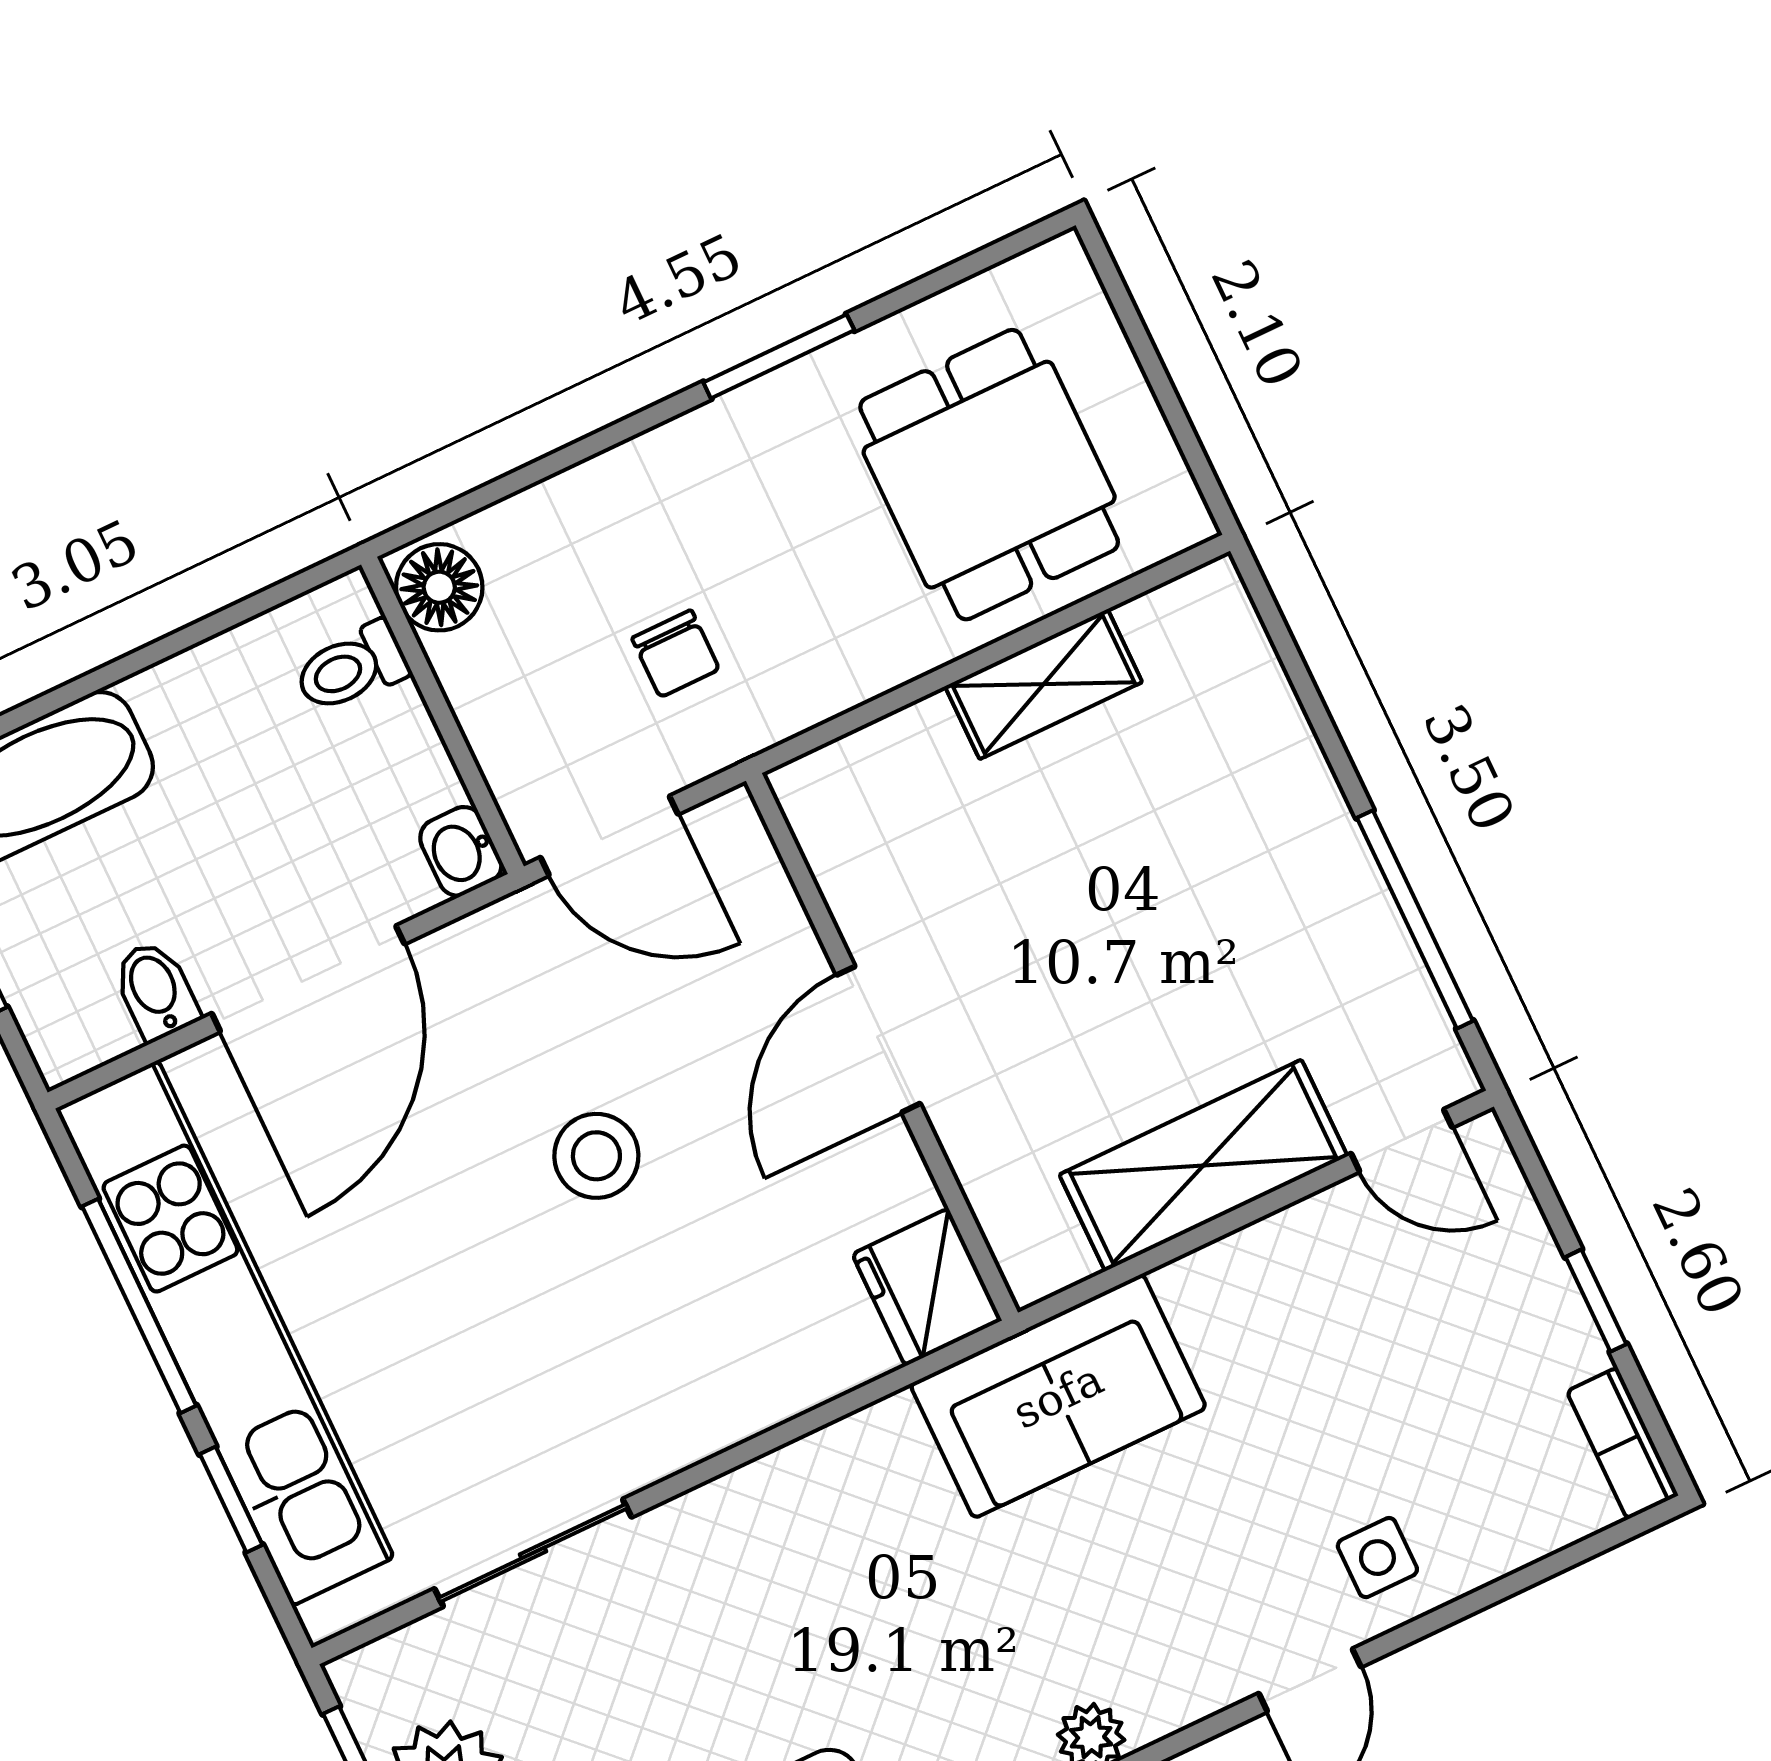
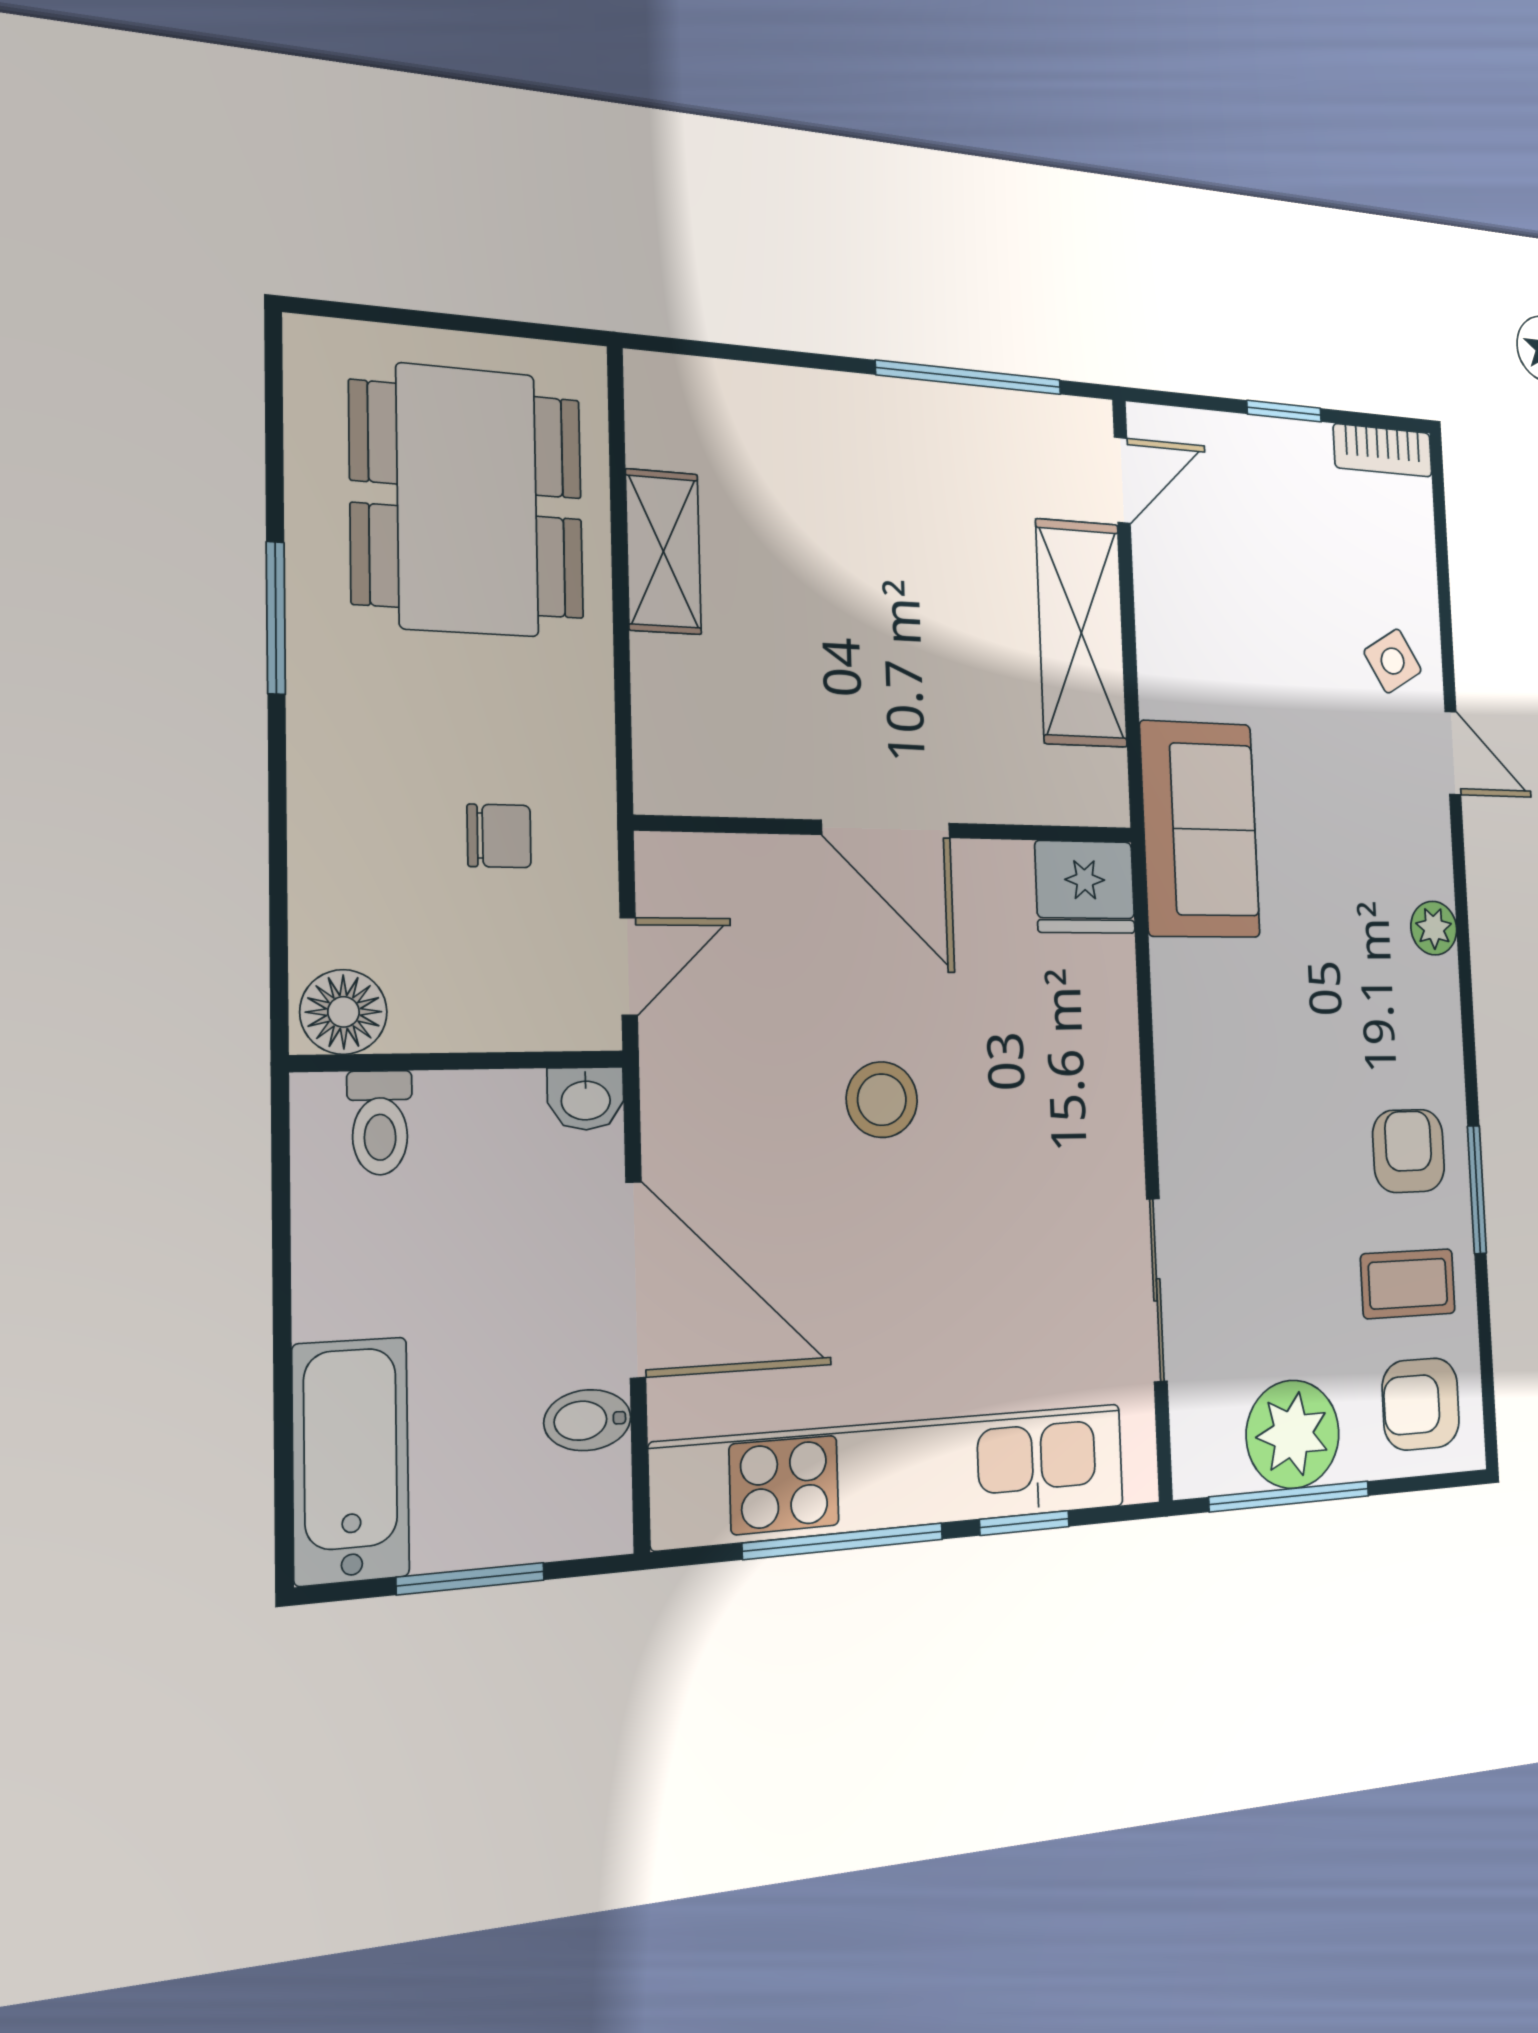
dining table: (989, 475) -> (467, 500), width x1.38
door: (609, 836) -> (629, 966), width x0.73
side table: (1377, 1558) -> (1393, 661), turned -31

